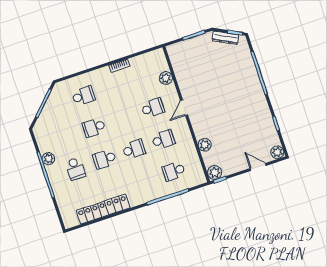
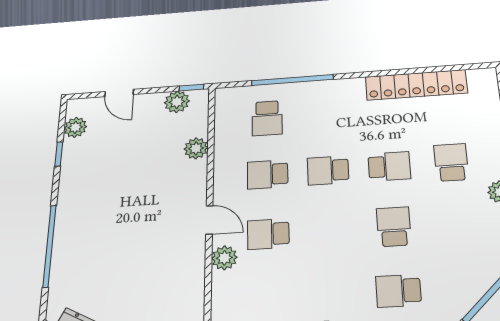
plant: (166, 78) -> (224, 258), moved
door: (184, 108) -> (209, 220), hinge flipped
school desk: (94, 127) -> (394, 227), turned -90
plant: (277, 152) -> (75, 127), moved
school desk: (174, 171) -> (267, 118), turned 90
plant: (215, 173) -> (177, 102), moved

